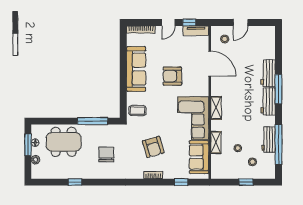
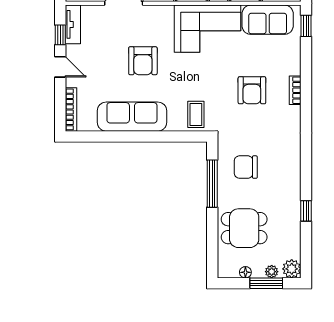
dining table: (64, 142) -> (244, 228), width x0.73
window: (28, 145) -> (266, 283), moved
armchair: (153, 147) -> (252, 90), turned 106
chair: (106, 154) -> (246, 167), moved
plant: (37, 173) -> (292, 269), added
window: (181, 182) -> (306, 26), moved

